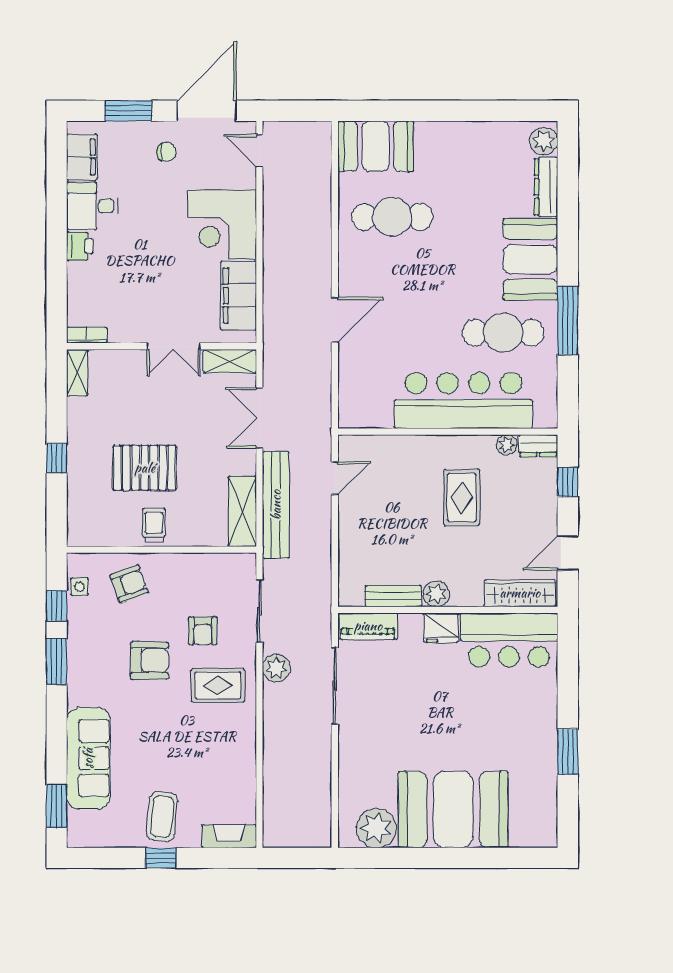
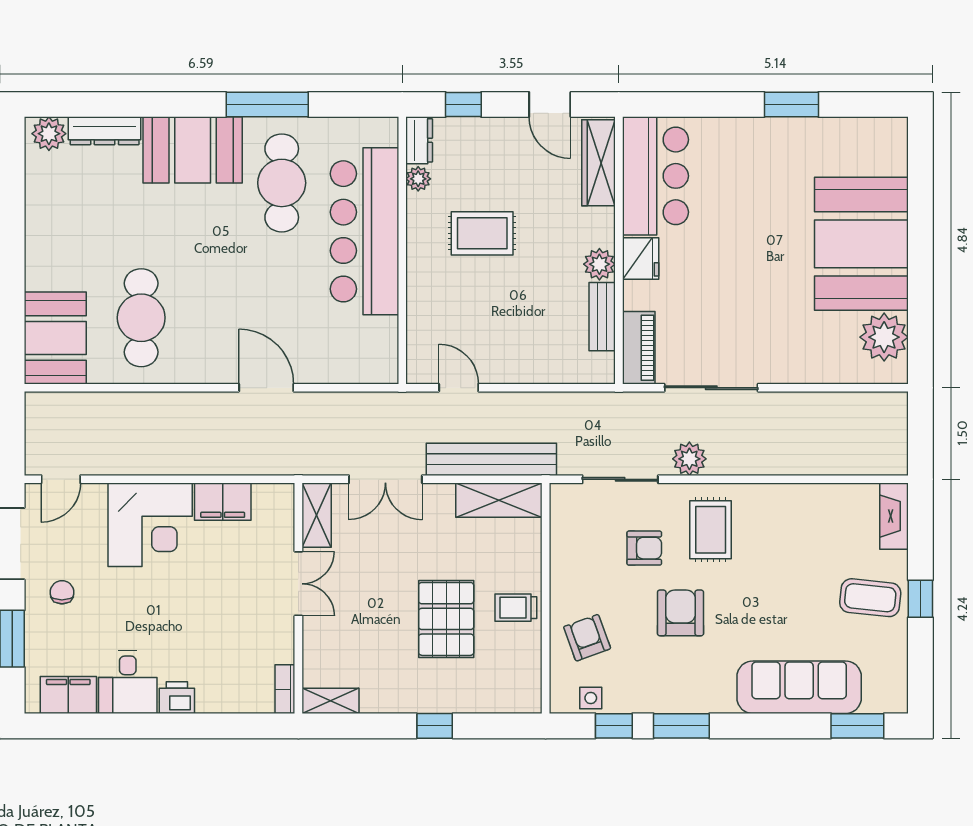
filing cabinet: (238, 296) -> (223, 502), width x0.67, depth x0.86

